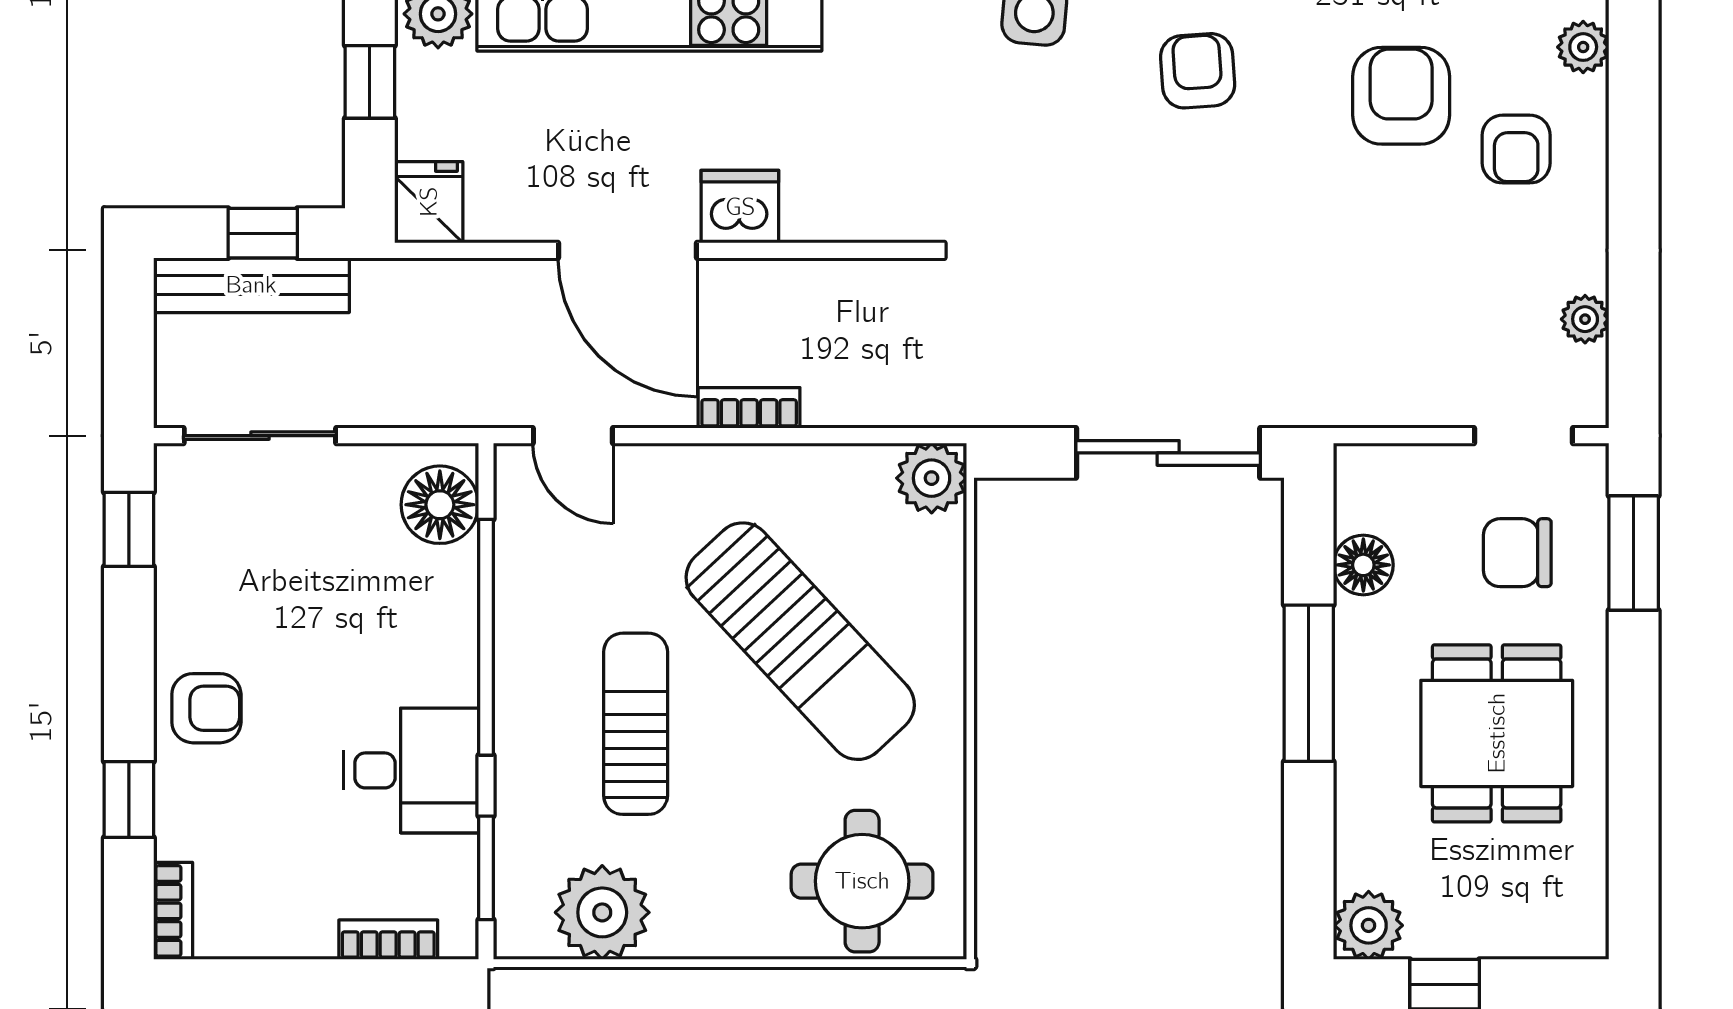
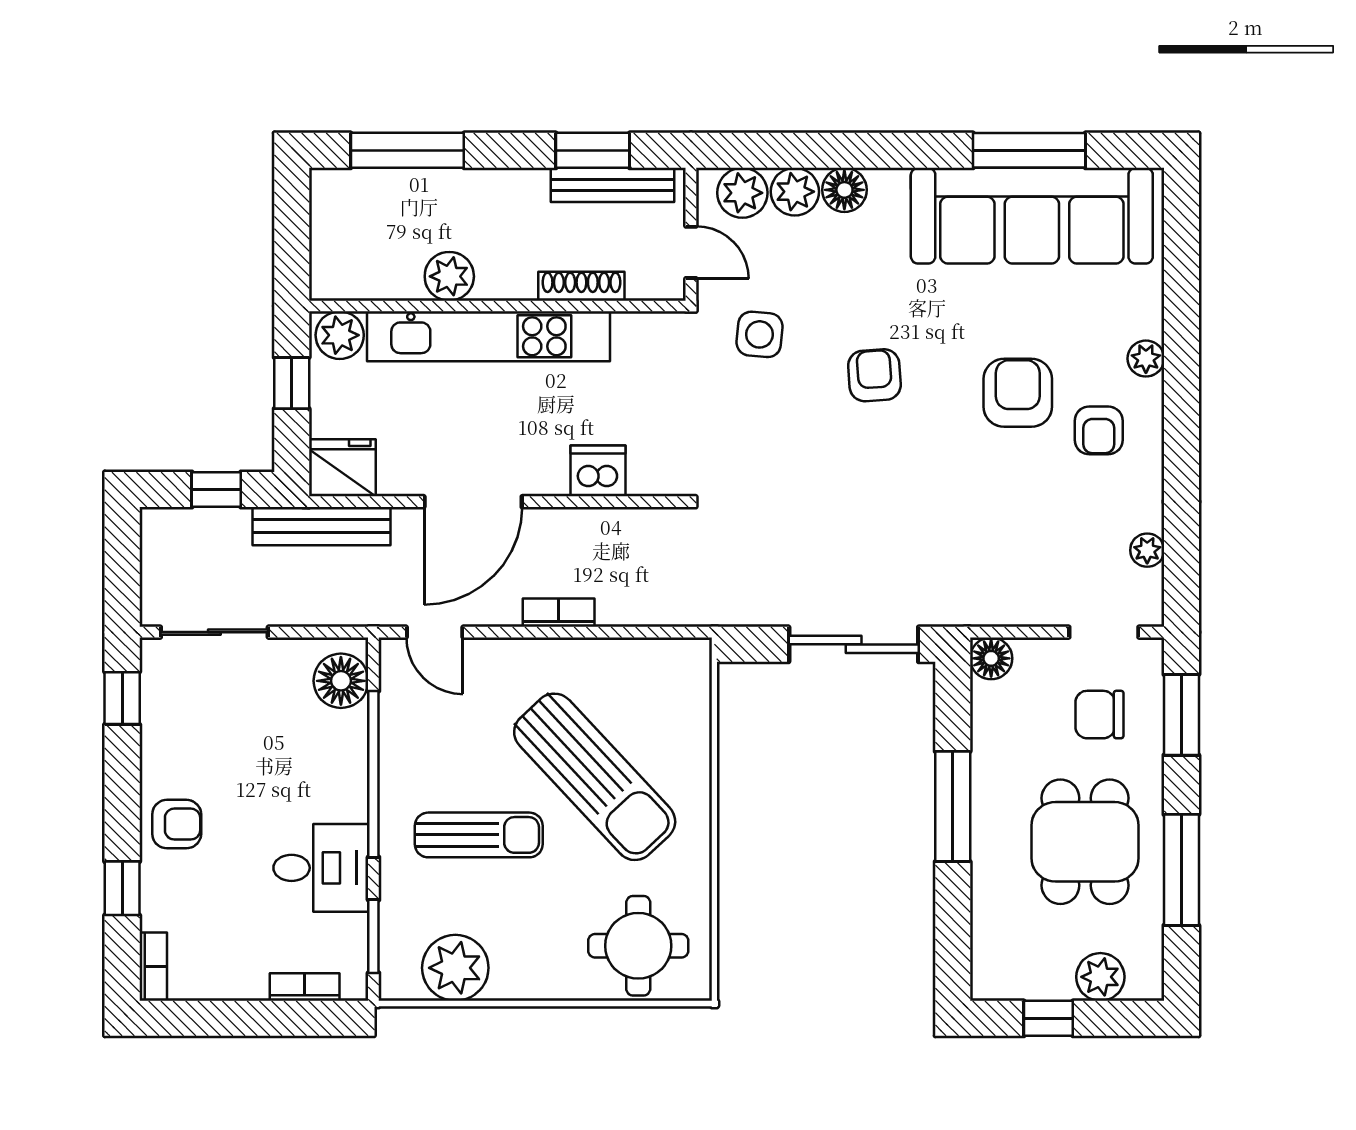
fridge: (429, 202) -> (342, 468), width x1.38
dishwasher: (740, 207) -> (598, 471), moved
door: (628, 250) -> (473, 502), hinge flipped
bench: (251, 285) -> (322, 526), moved
plant: (932, 478) -> (687, 662), removed
floor lamp: (1363, 565) -> (991, 658), moved
sun lounger: (636, 724) -> (479, 835), turned 90
window: (1634, 773) -> (1181, 870), added
plant: (1369, 925) -> (1100, 977), moved

